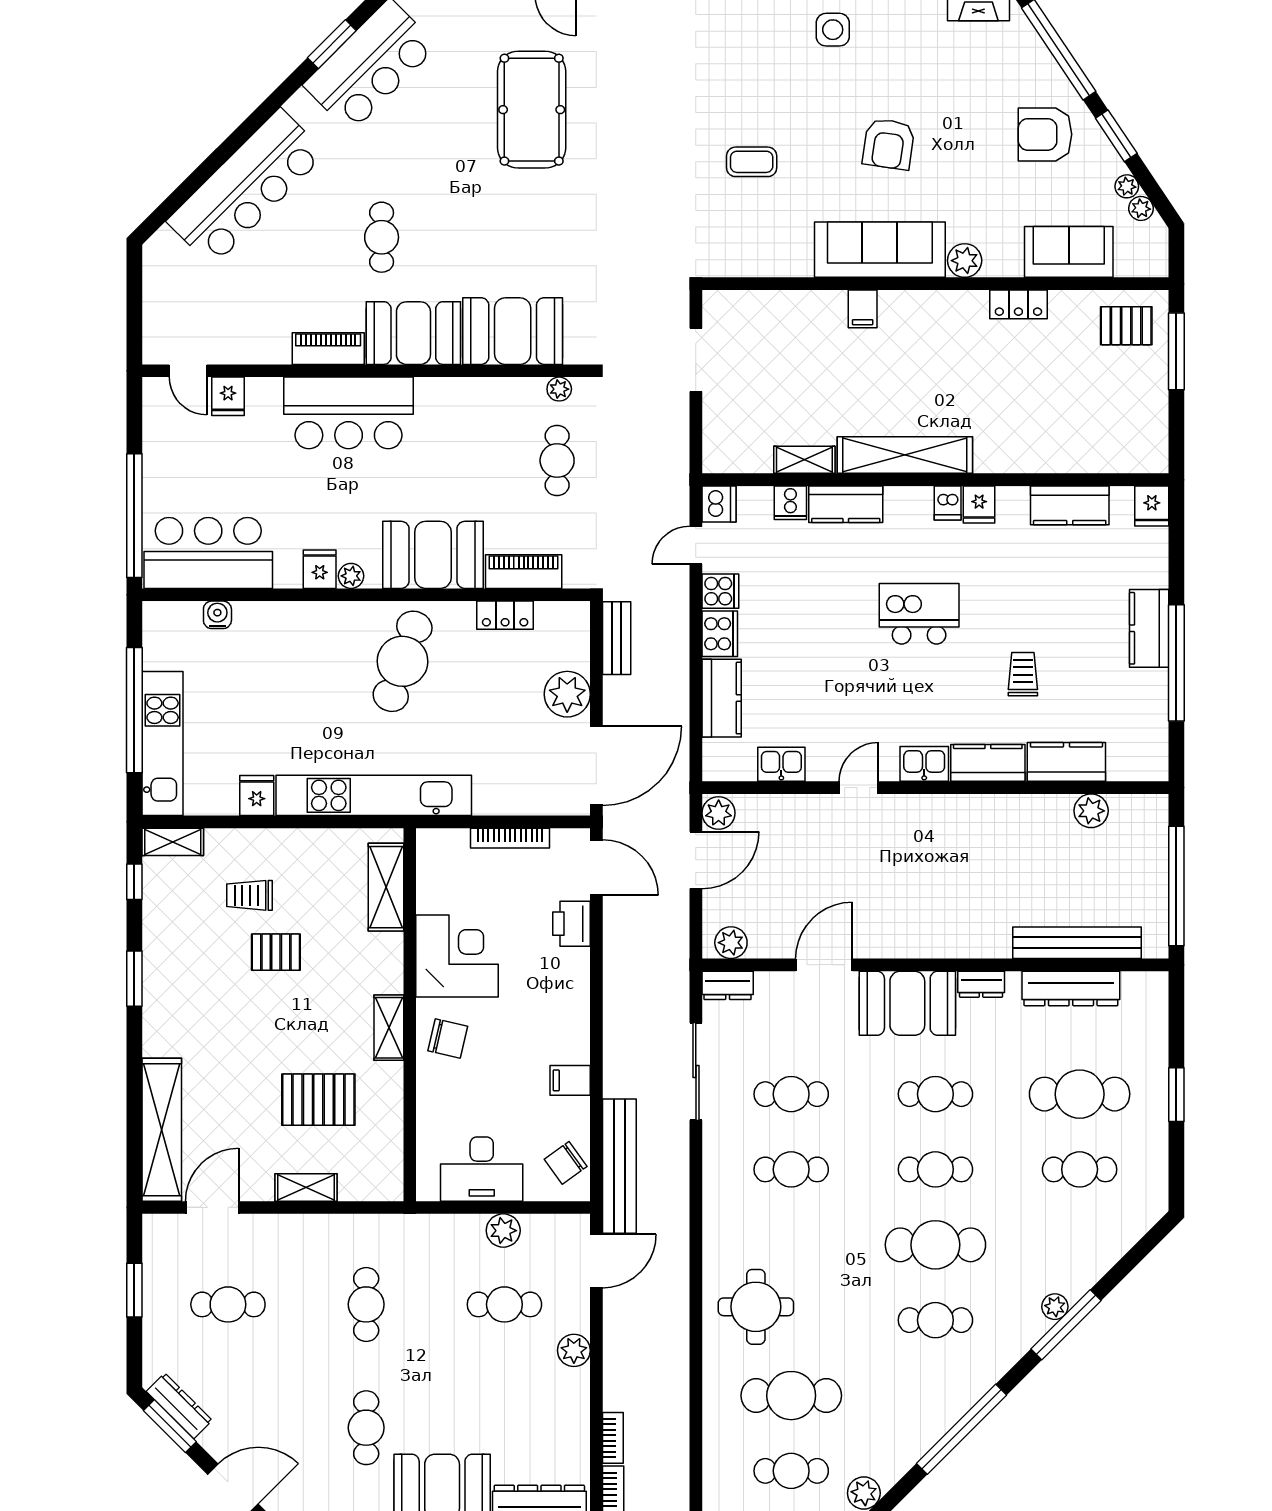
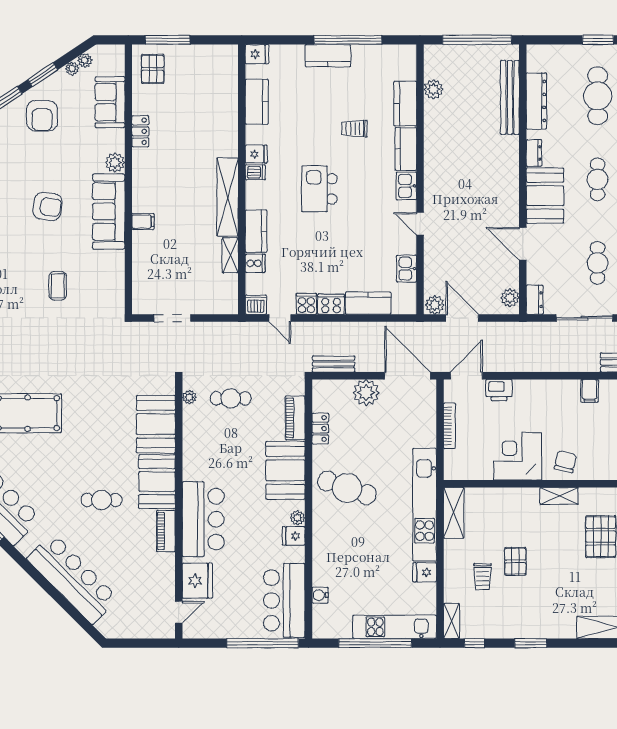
fridge: (228, 396) -> (197, 581), width x1.88, depth x1.34
shelving: (386, 887) -> (454, 513), moved, turned 90

